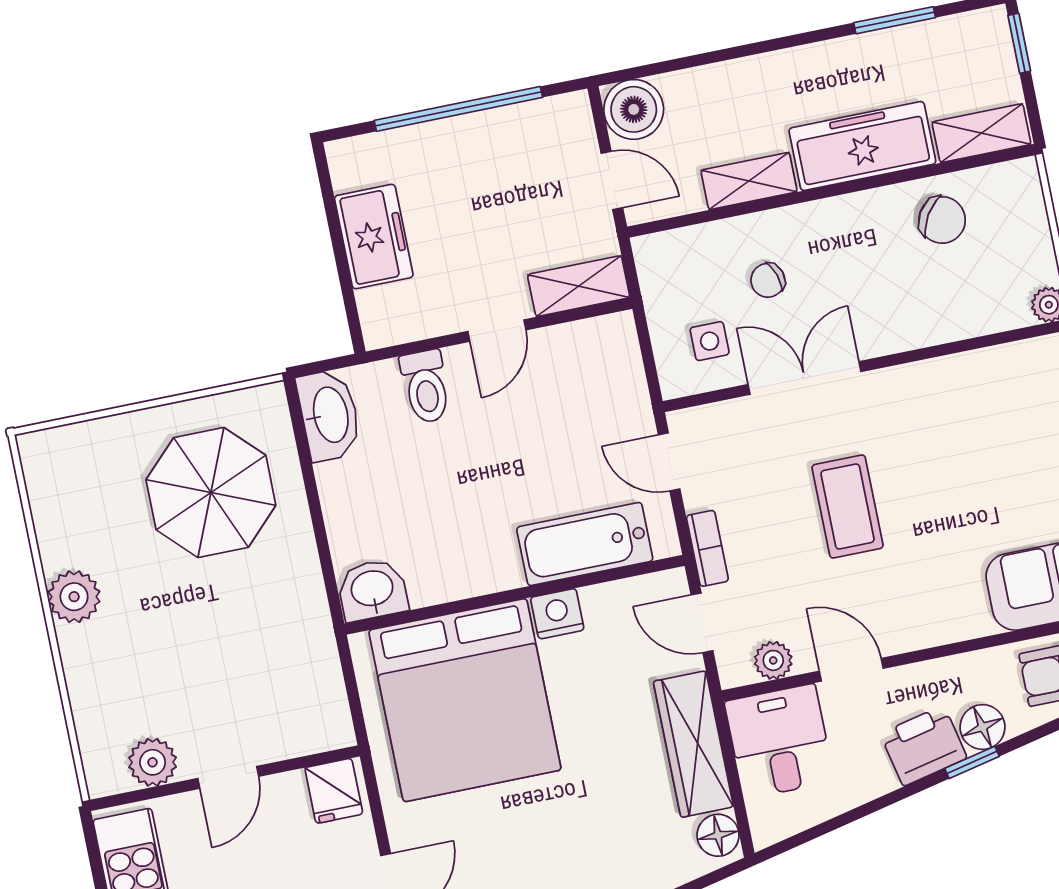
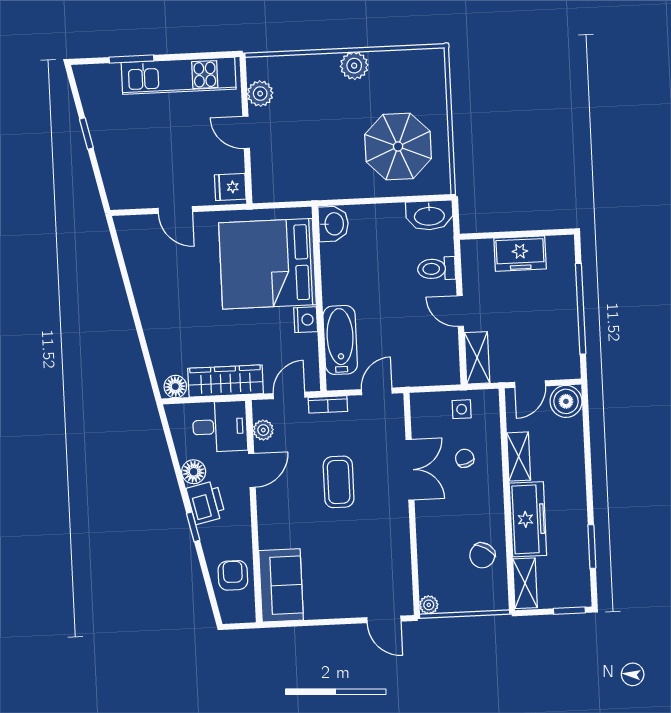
side table: (710, 341) -> (462, 409), moved
coffee table: (848, 506) -> (339, 482), turned 90
floor lamp: (983, 727) -> (194, 472), moved

